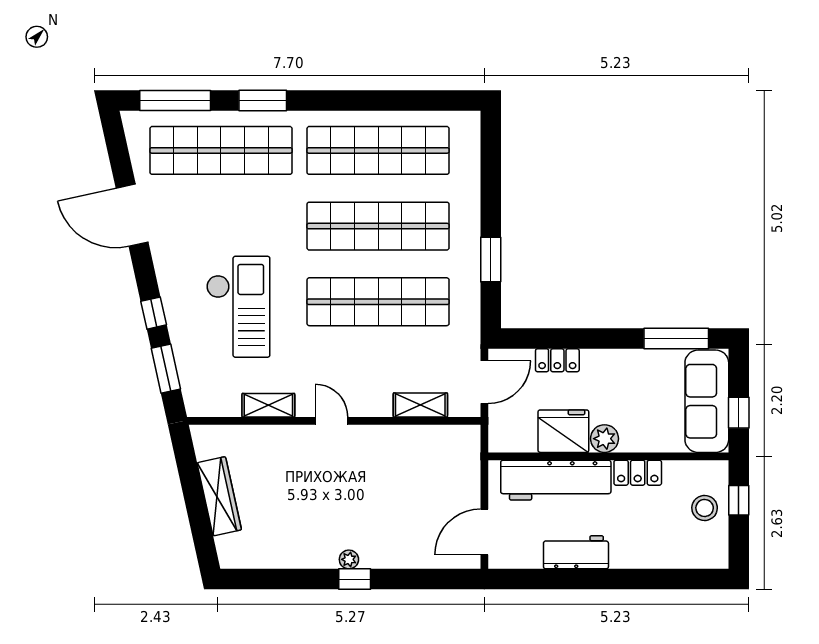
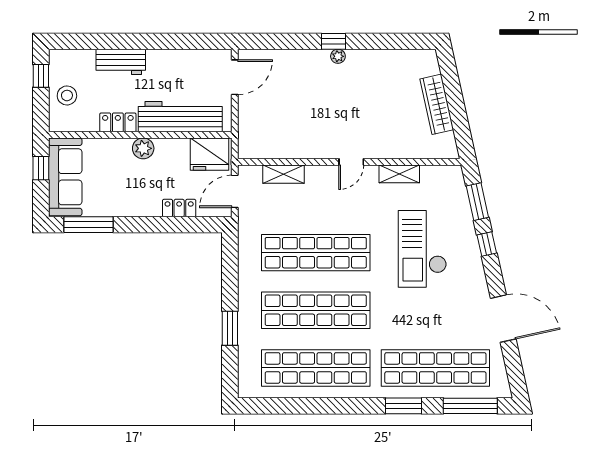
window: (491, 259) -> (230, 328), moved
door: (331, 421) -> (351, 162), hinge flipped
fridge: (563, 431) -> (210, 154), moved
window: (739, 500) -> (41, 76), moved
workbench: (576, 552) -> (121, 62), moved

